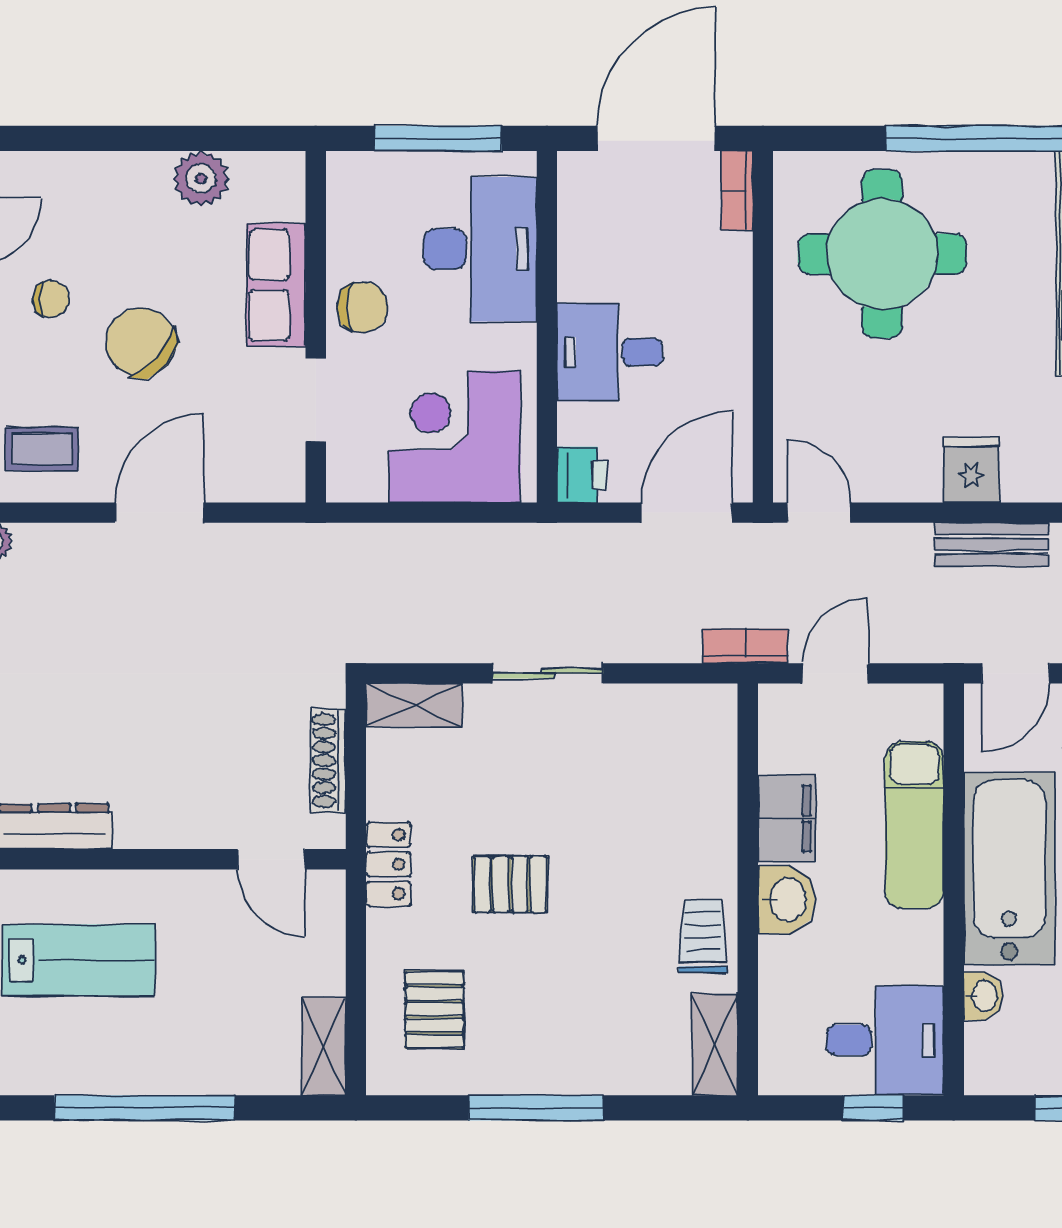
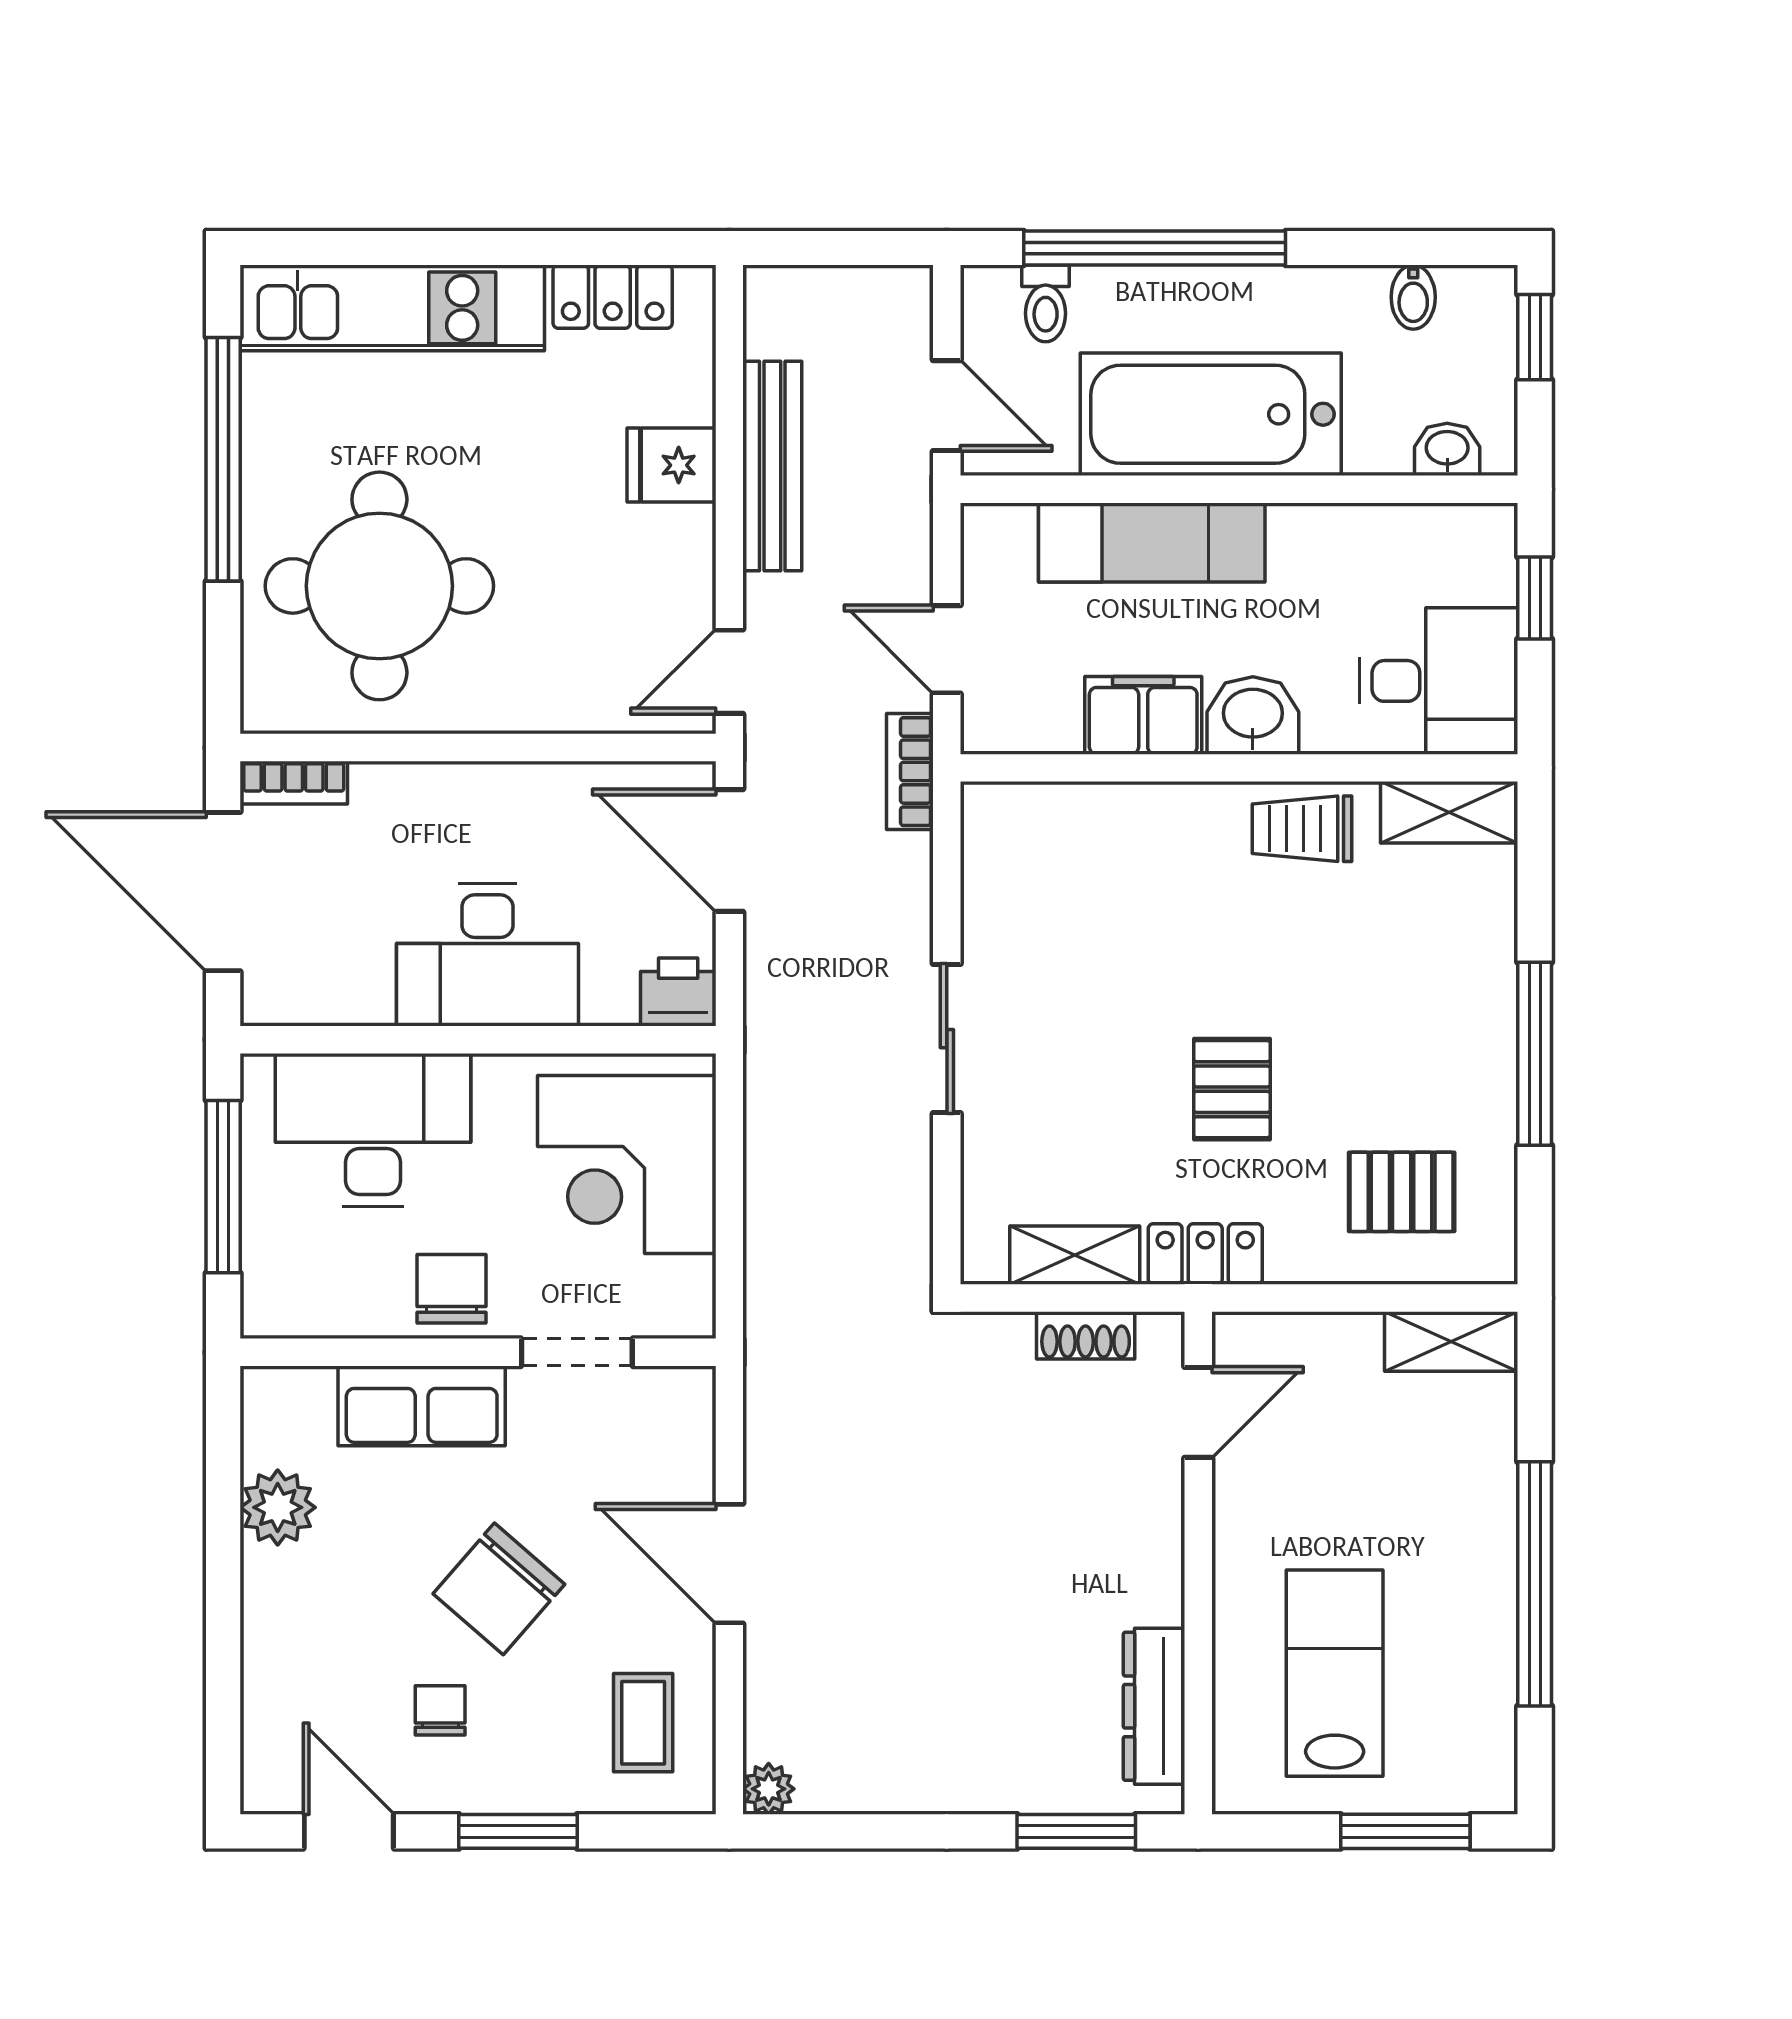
desk: (610, 352) -> (487, 955), width x1.37
bench: (992, 544) -> (772, 466), width x1.36
shelving: (414, 705) -> (1075, 1255), moved, turned 90
shoe rack: (328, 760) -> (1086, 1335), width x0.70
washbasin: (983, 996) -> (1447, 449), moved
desk: (885, 1040) -> (1439, 681), moved, turned 90

